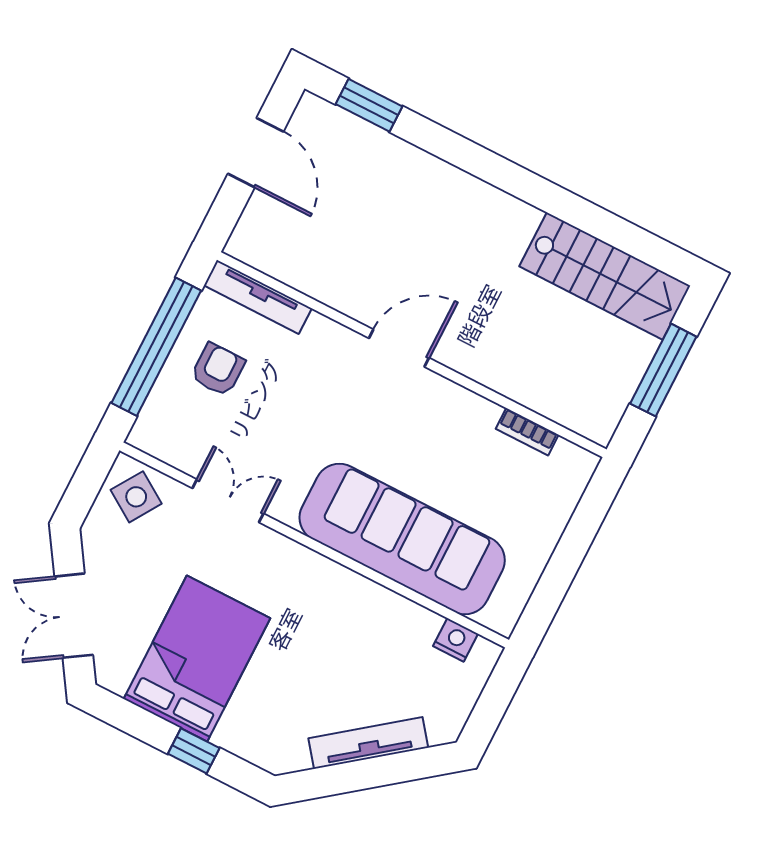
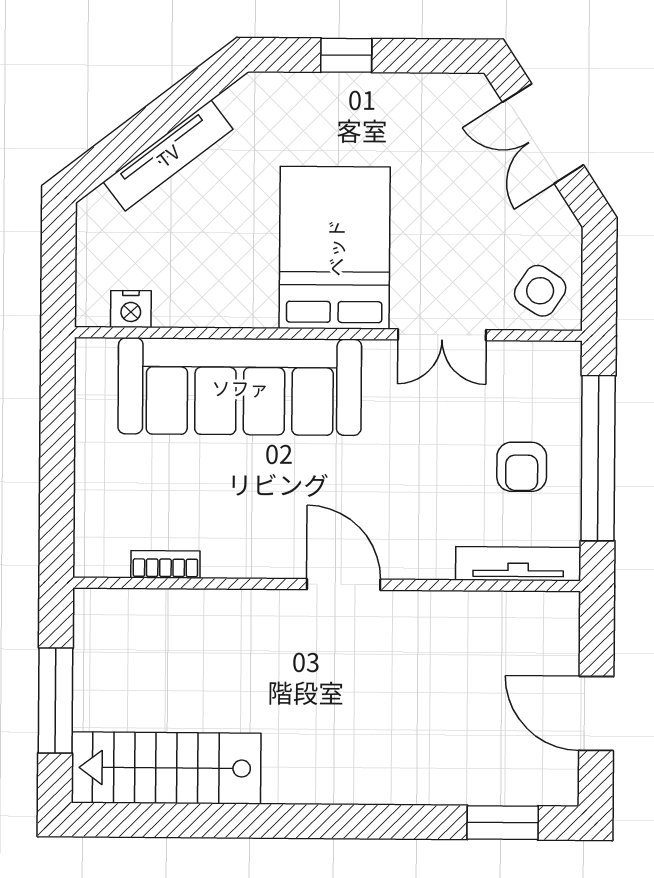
door: (399, 348) -> (344, 584), swing flipped
double door: (74, 616) -> (543, 134), swing flipped
bed: (197, 659) -> (335, 248), moved, turned 180

